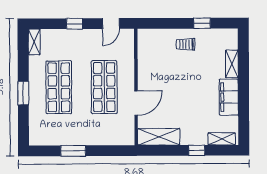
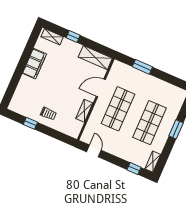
window: (75, 24) -> (134, 169), moved
door: (111, 24) -> (94, 151), hinge flipped
shelving: (232, 64) -> (84, 111), moved
window: (73, 151) -> (142, 67), moved

